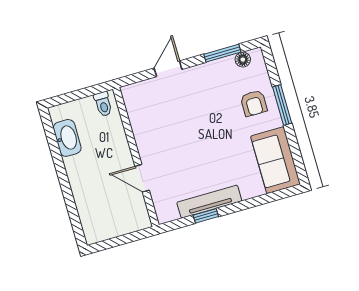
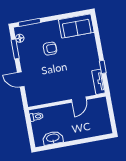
armchair: (254, 103) -> (50, 49), moved
window: (282, 105) -> (30, 22), moved
tv unit: (209, 202) -> (98, 82), moved, width x0.71

